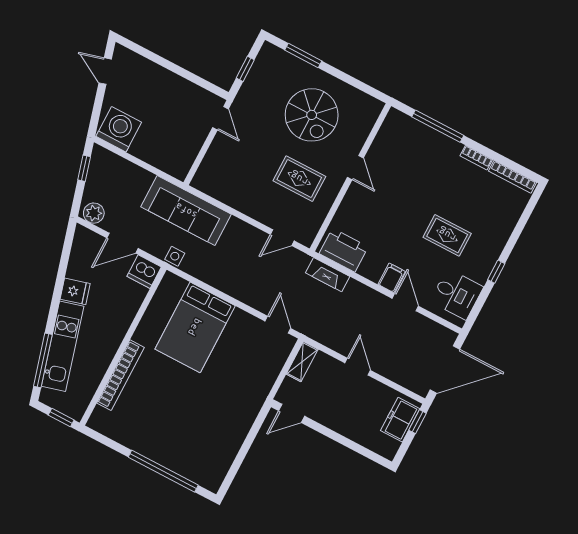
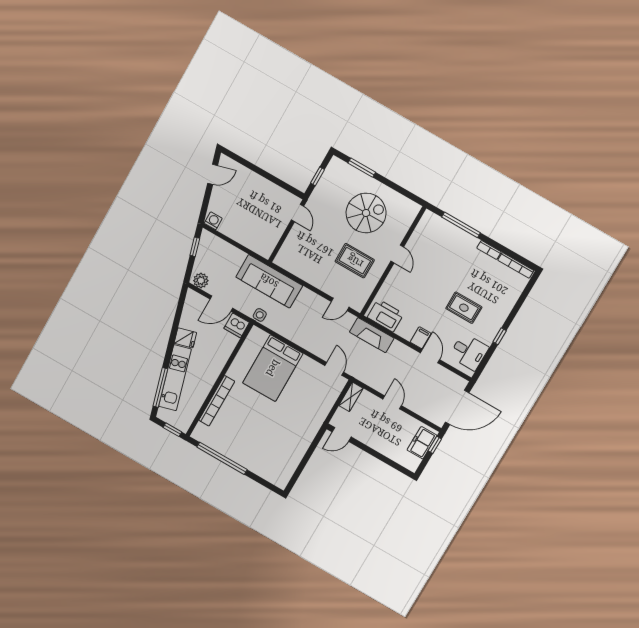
door: (105, 71) -> (213, 174), swing flipped
spiral stairs: (312, 115) -> (366, 213), turned -90
washing machine: (119, 129) -> (213, 221), width x0.53, depth x0.53
fireplace: (328, 275) -> (372, 335), width x1.37, depth x1.32
window: (163, 471) -> (222, 458), moved

